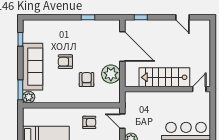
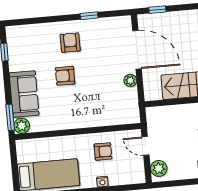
sofa: (33, 67) -> (24, 94), width x0.73
plant: (111, 74) -> (130, 80), width x0.53, depth x0.53
armchair: (87, 80) -> (70, 43), moved

